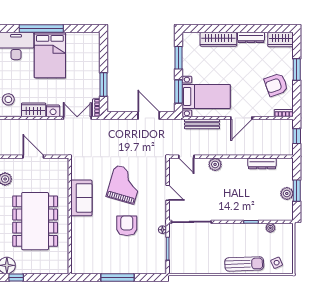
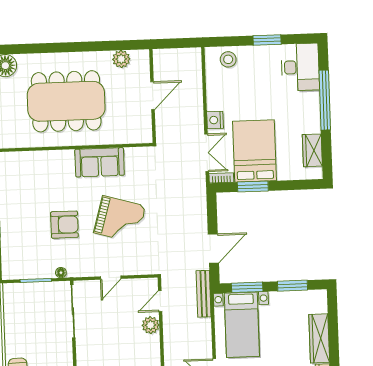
bed: (50, 55) -> (255, 151), moved, turned 90
wardrobe: (34, 110) -> (312, 150), moved, turned 180
bench: (202, 124) -> (204, 294), moved
plant: (215, 164) -> (151, 325), moved

